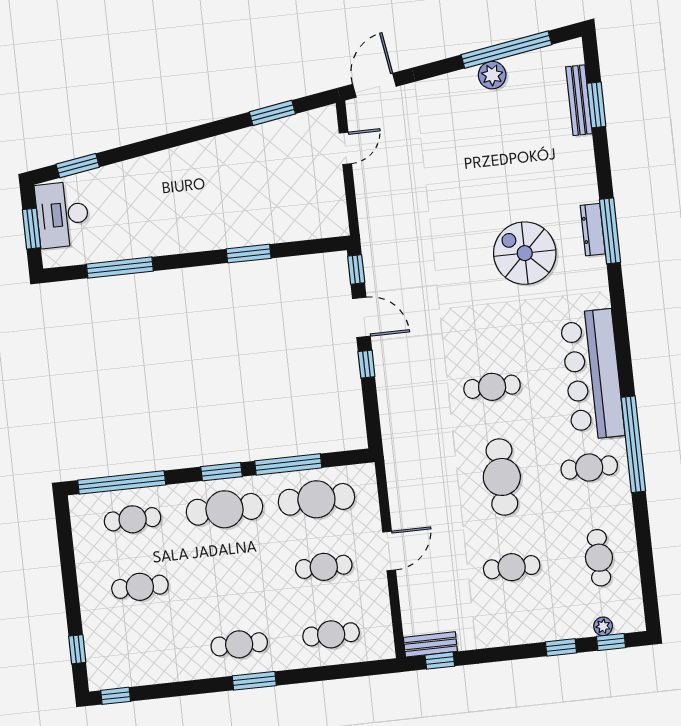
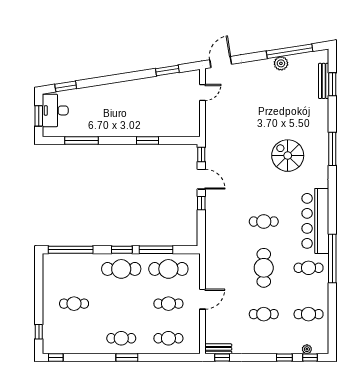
dresser: (593, 230) -> (324, 147), removed
cafe table: (133, 519) -> (74, 269), removed
cafe table: (599, 558) -> (309, 314), turned 90

